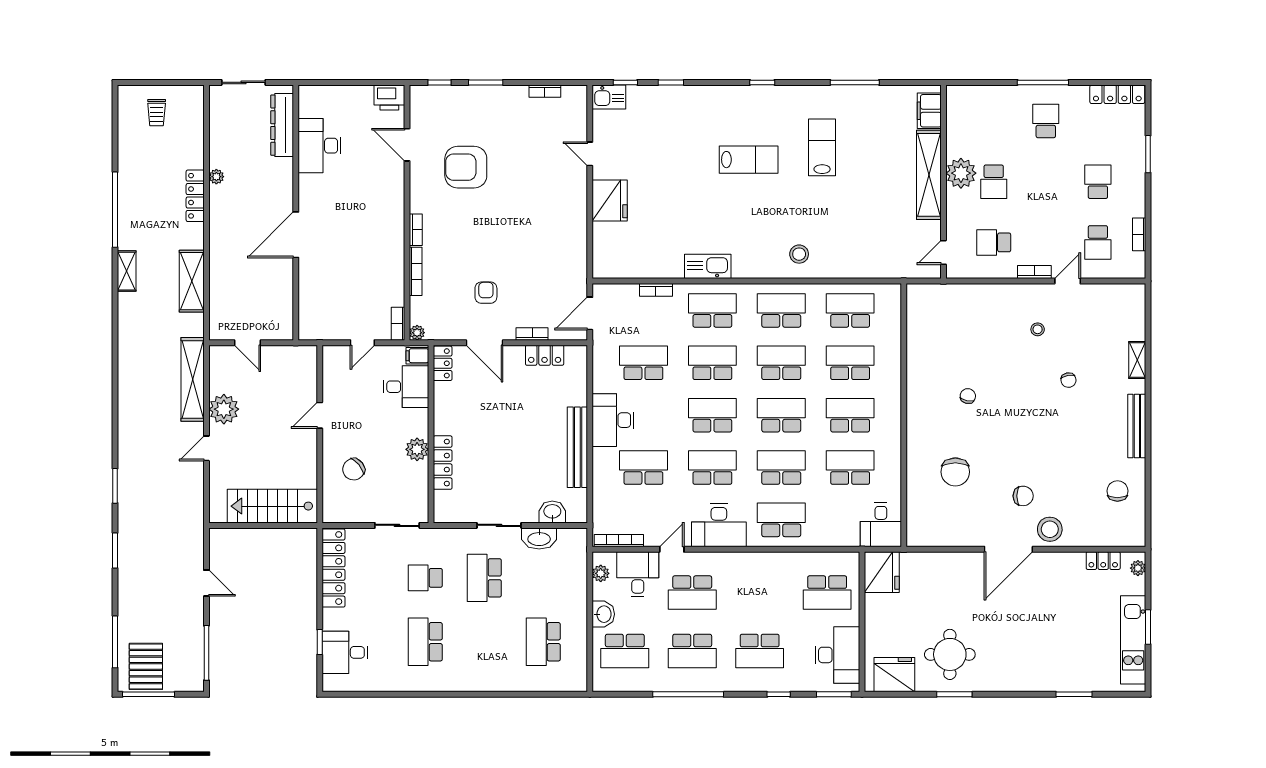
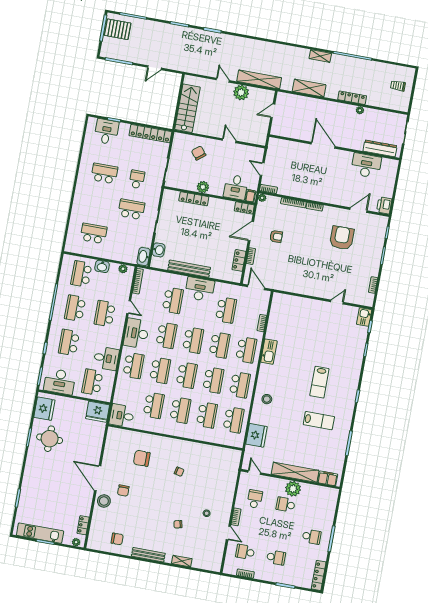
fridge: (610, 201) -> (256, 435), moved, turned -90
washbasin: (539, 538) -> (144, 256), moved
desk: (638, 574) -> (106, 358), moved

